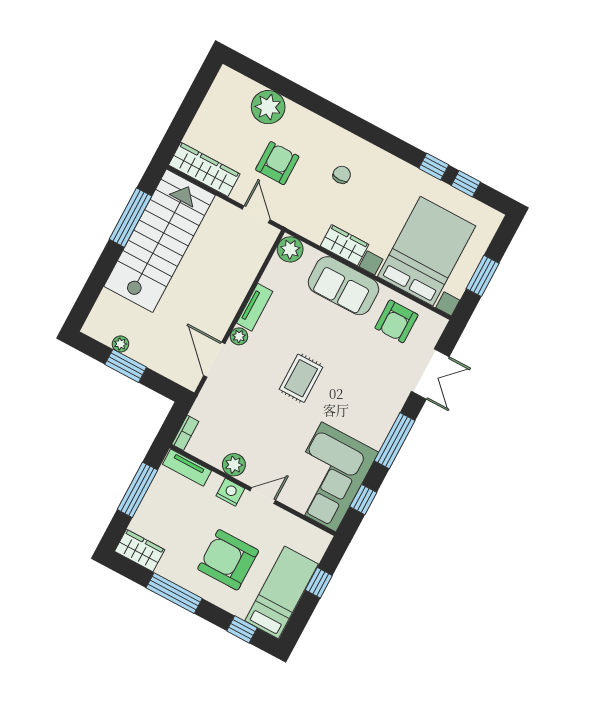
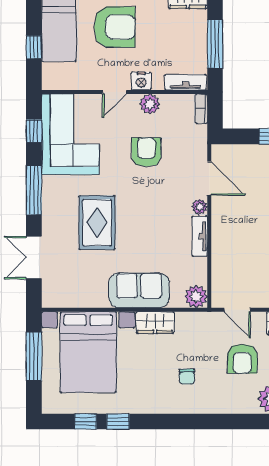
window: (483, 276) -> (34, 356), width x1.44
armchair: (396, 321) -> (146, 152), moved
rug: (301, 378) -> (97, 223), moved, width x1.36, depth x1.43

